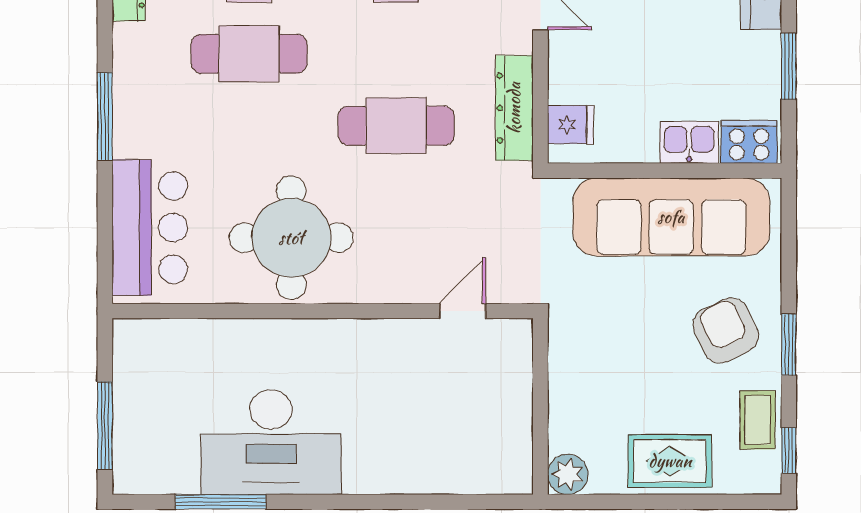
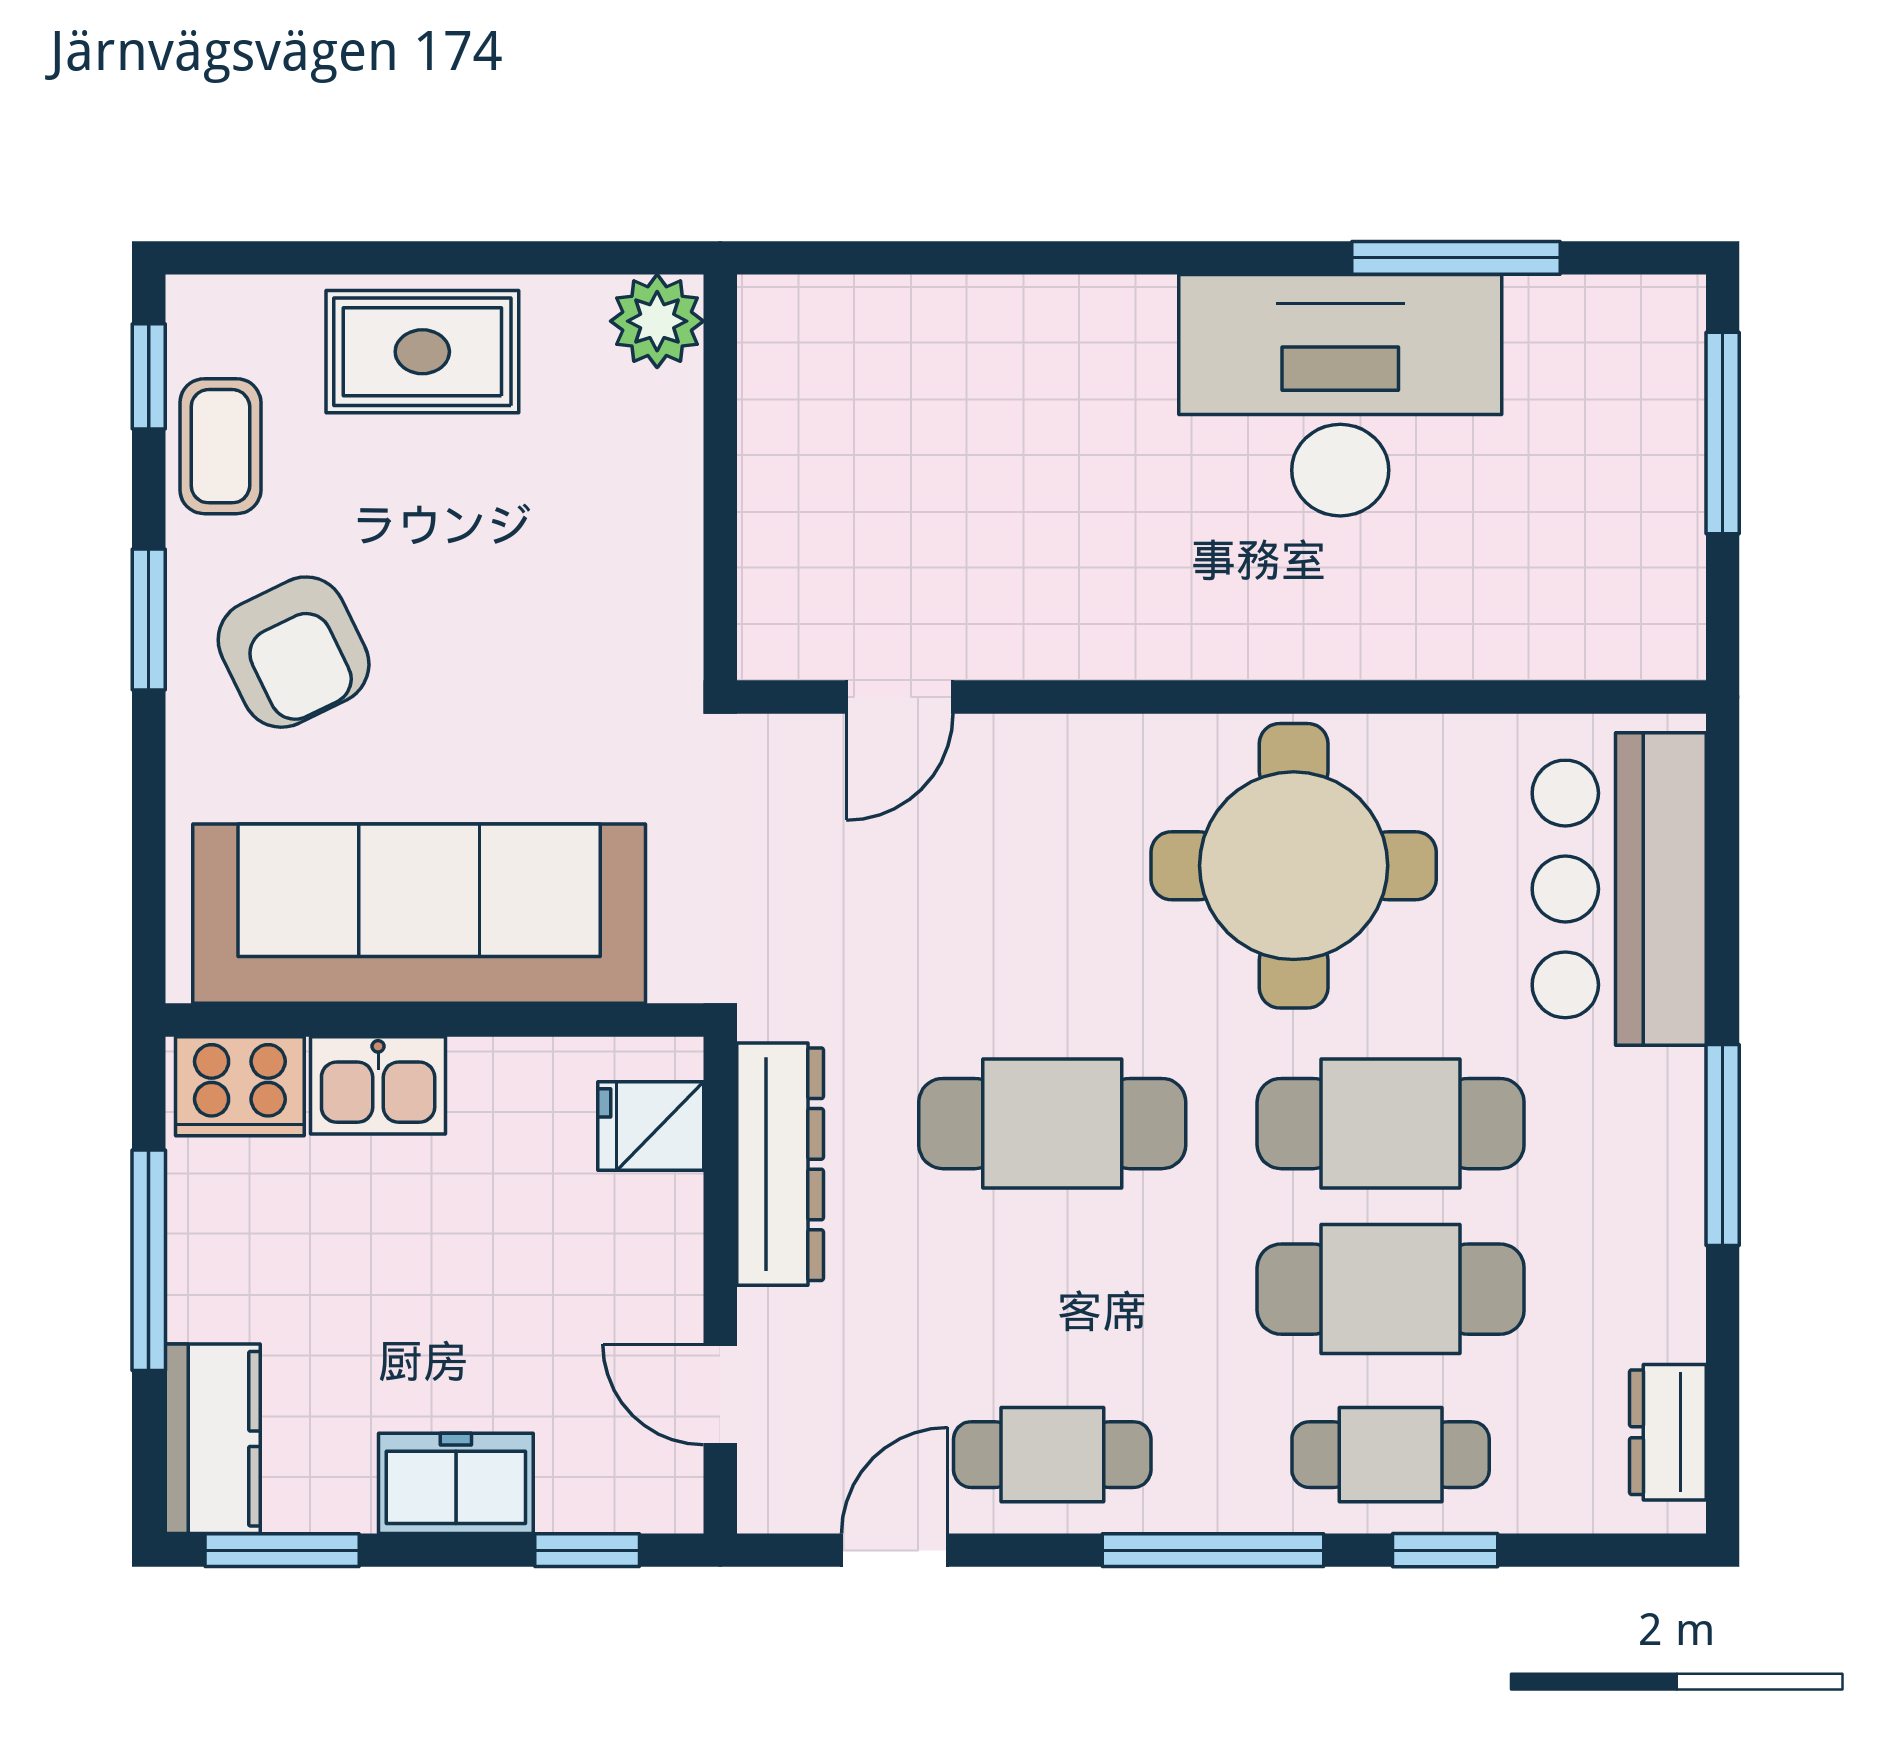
window: (789, 66) -> (149, 1260), width x1.44
cafe table: (249, 126) -> (1391, 1124), added

